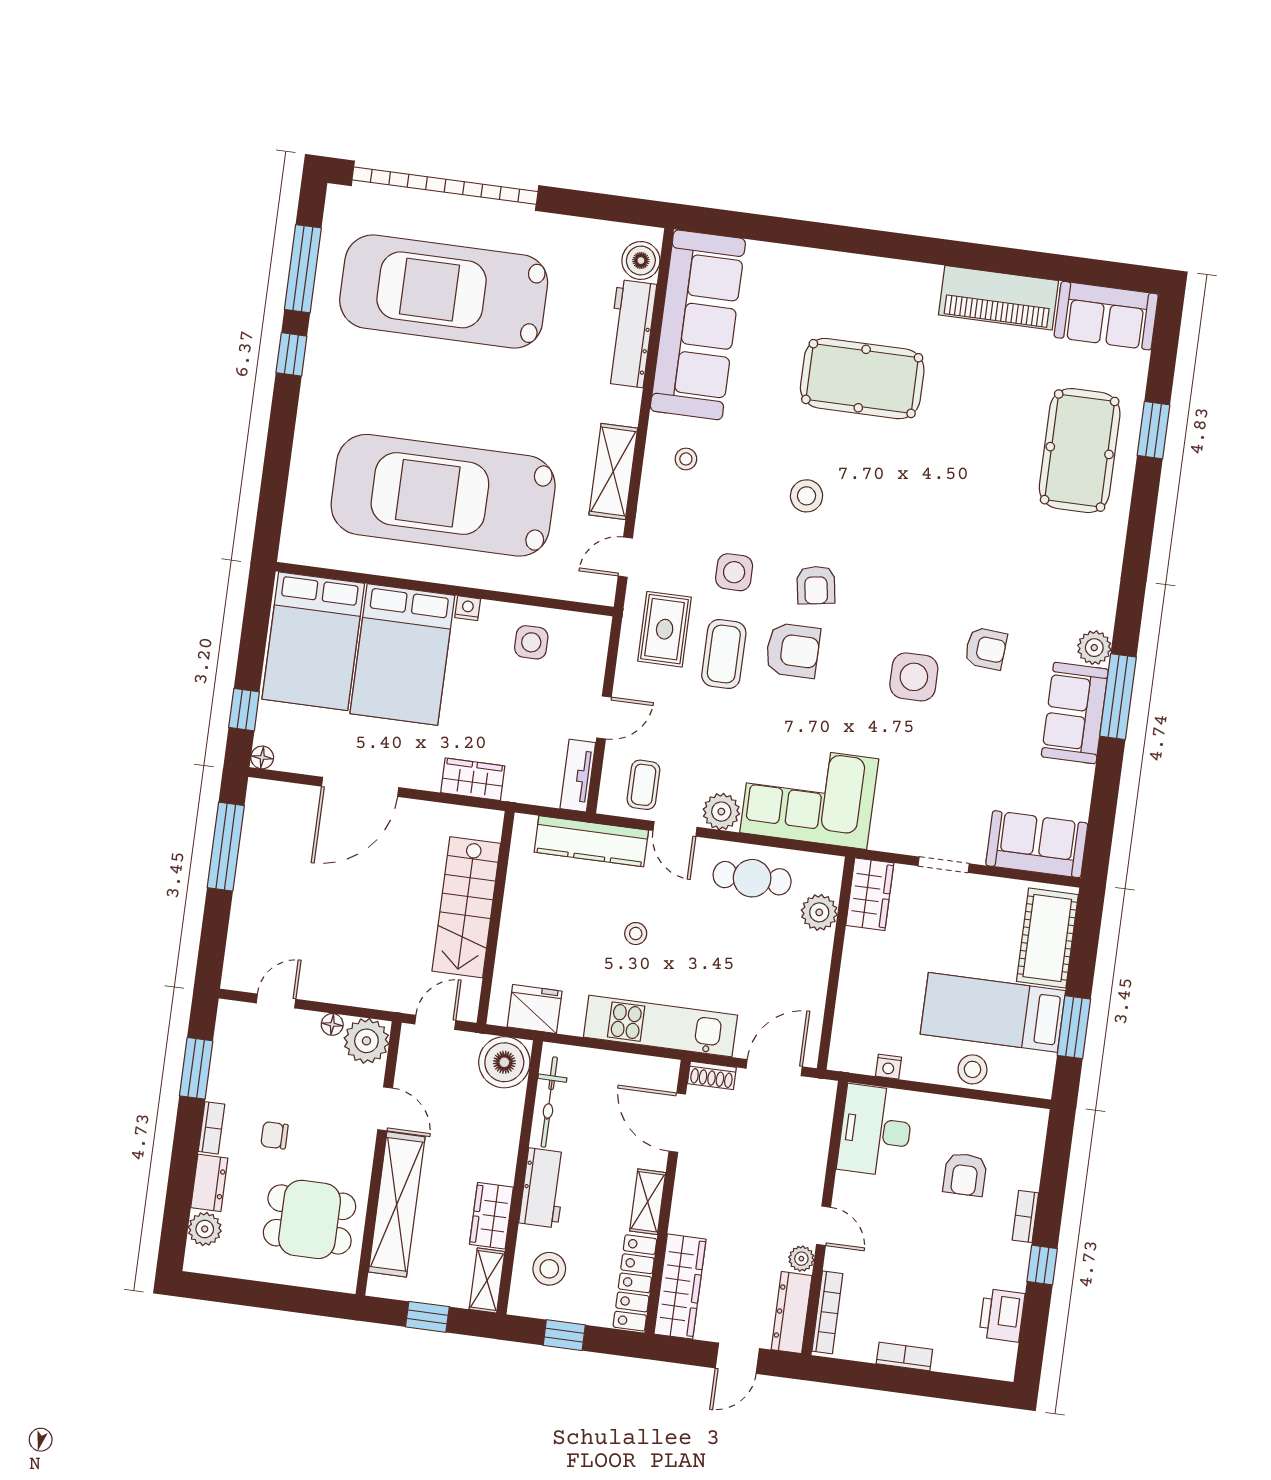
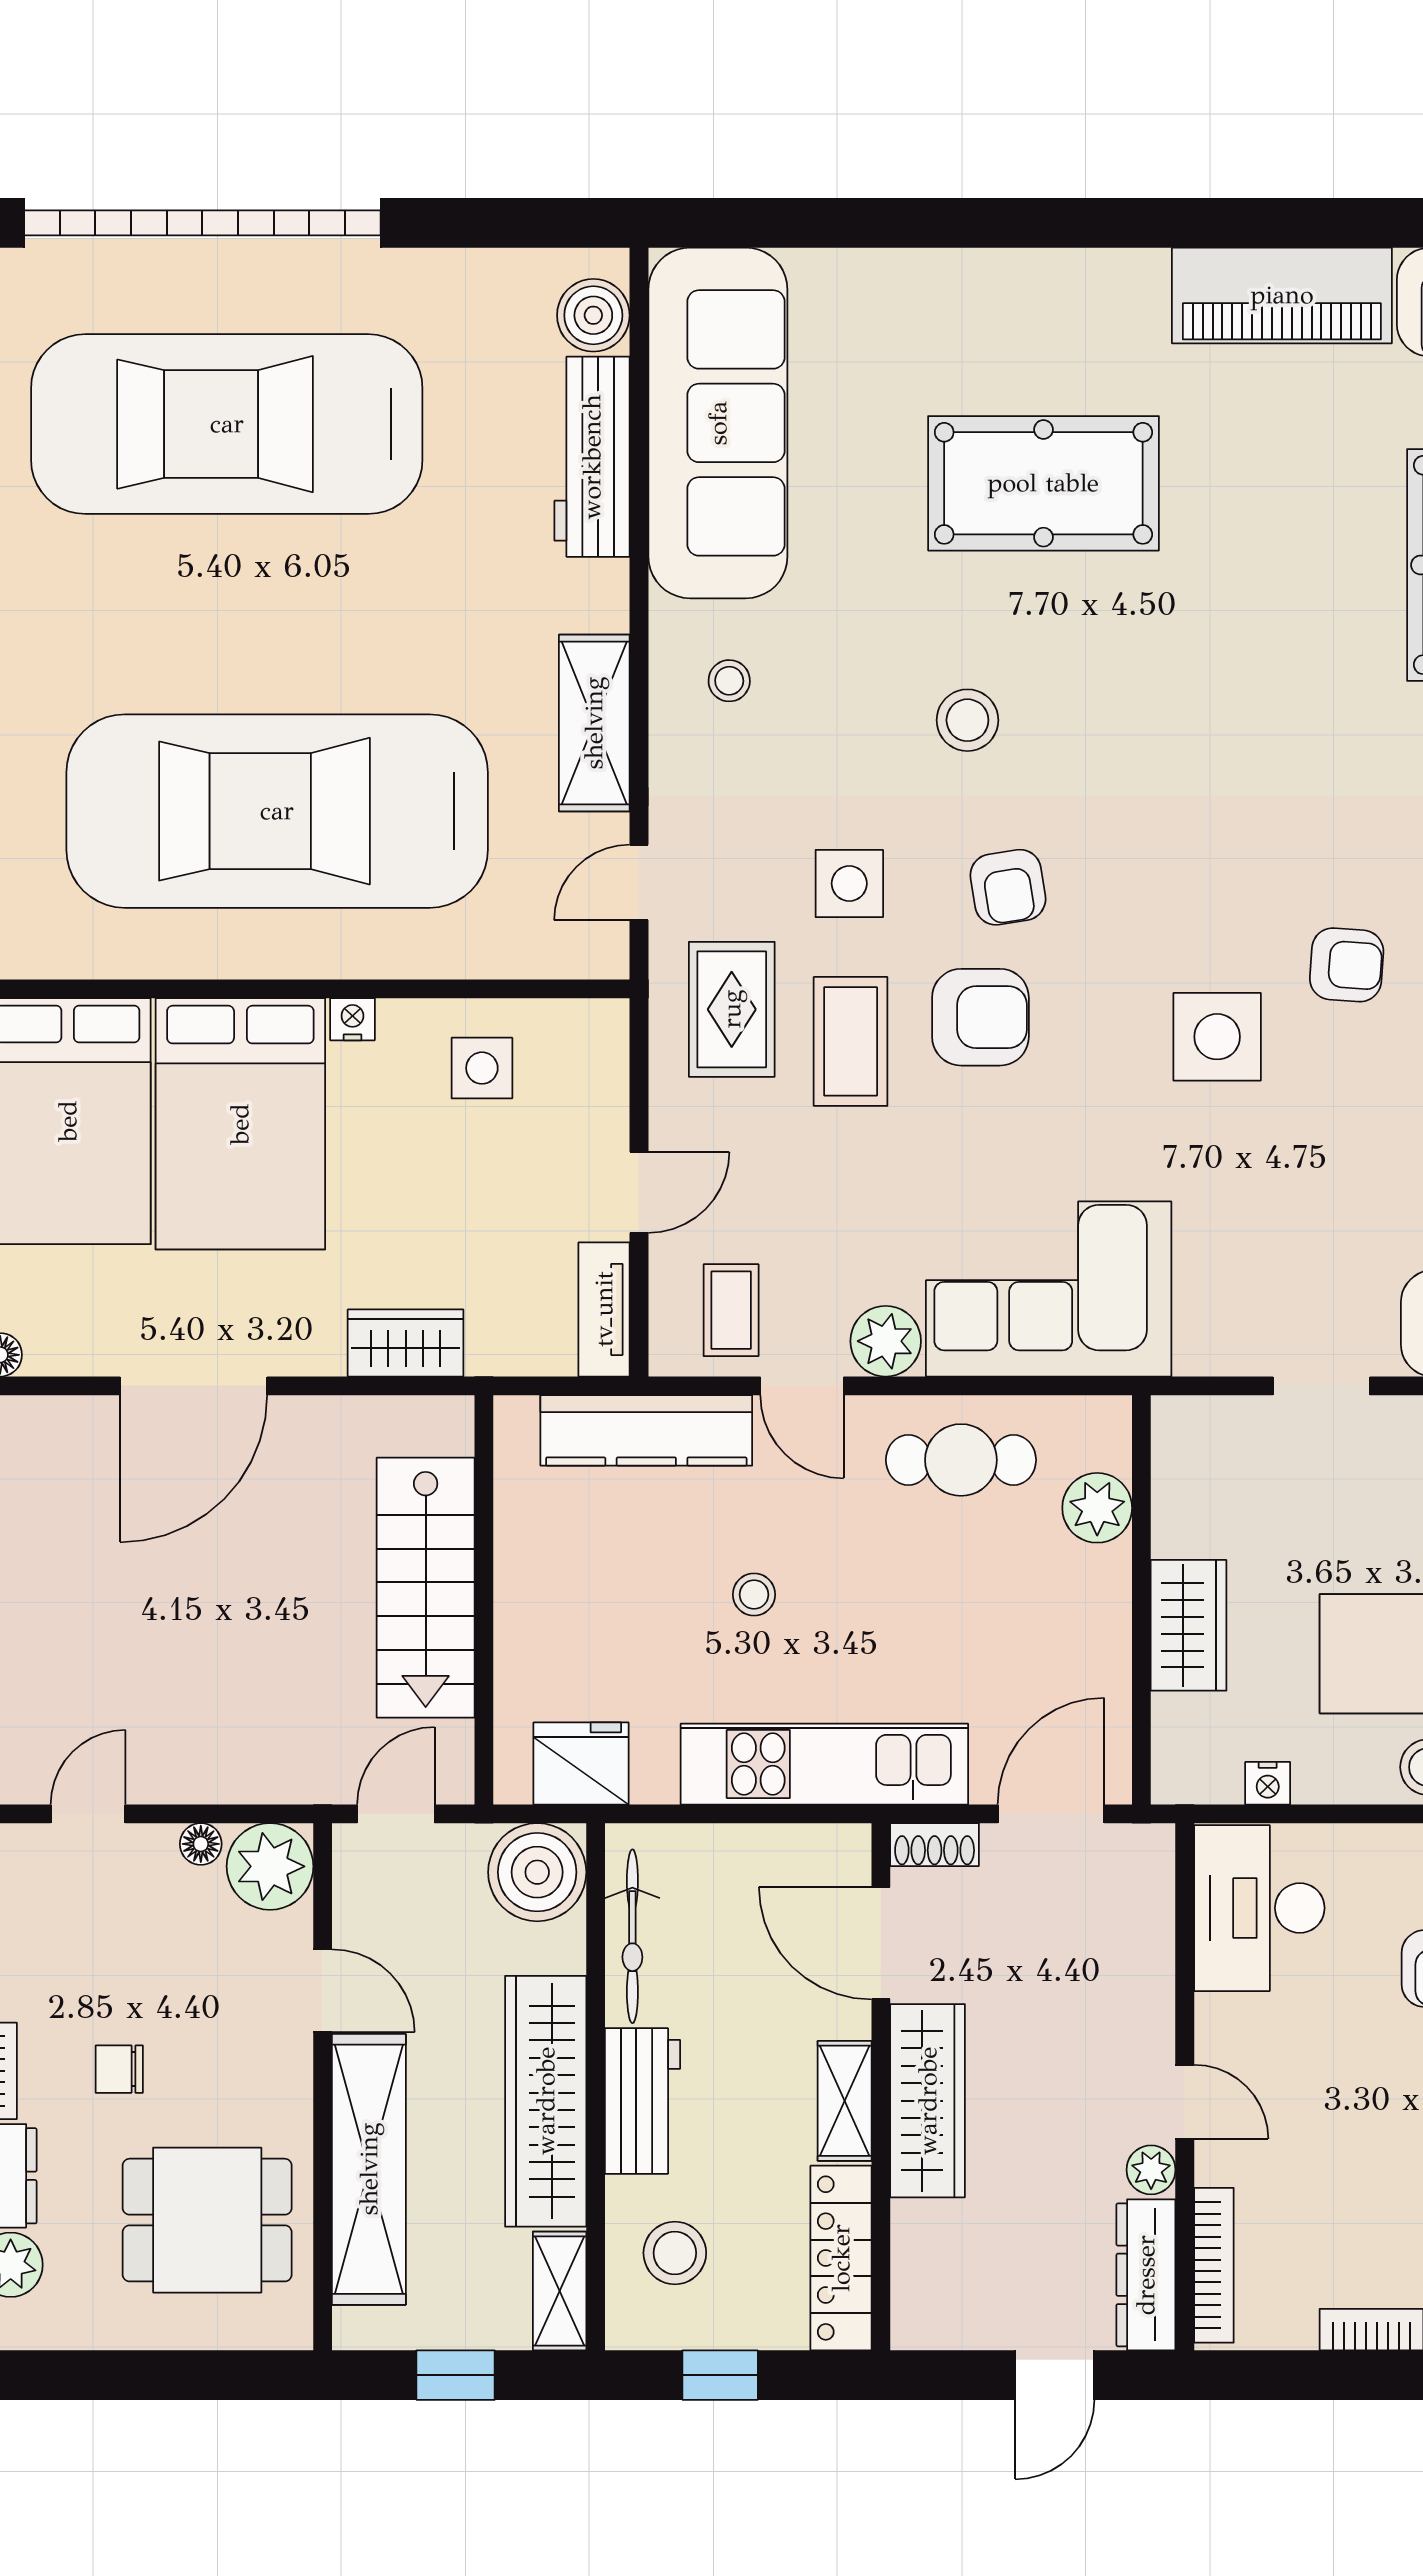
wardrobe: (870, 894) -> (1189, 1625), moved
wardrobe: (491, 1216) -> (546, 2101), width x2.10, depth x1.17
wardrobe: (680, 1287) -> (928, 2101), moved

